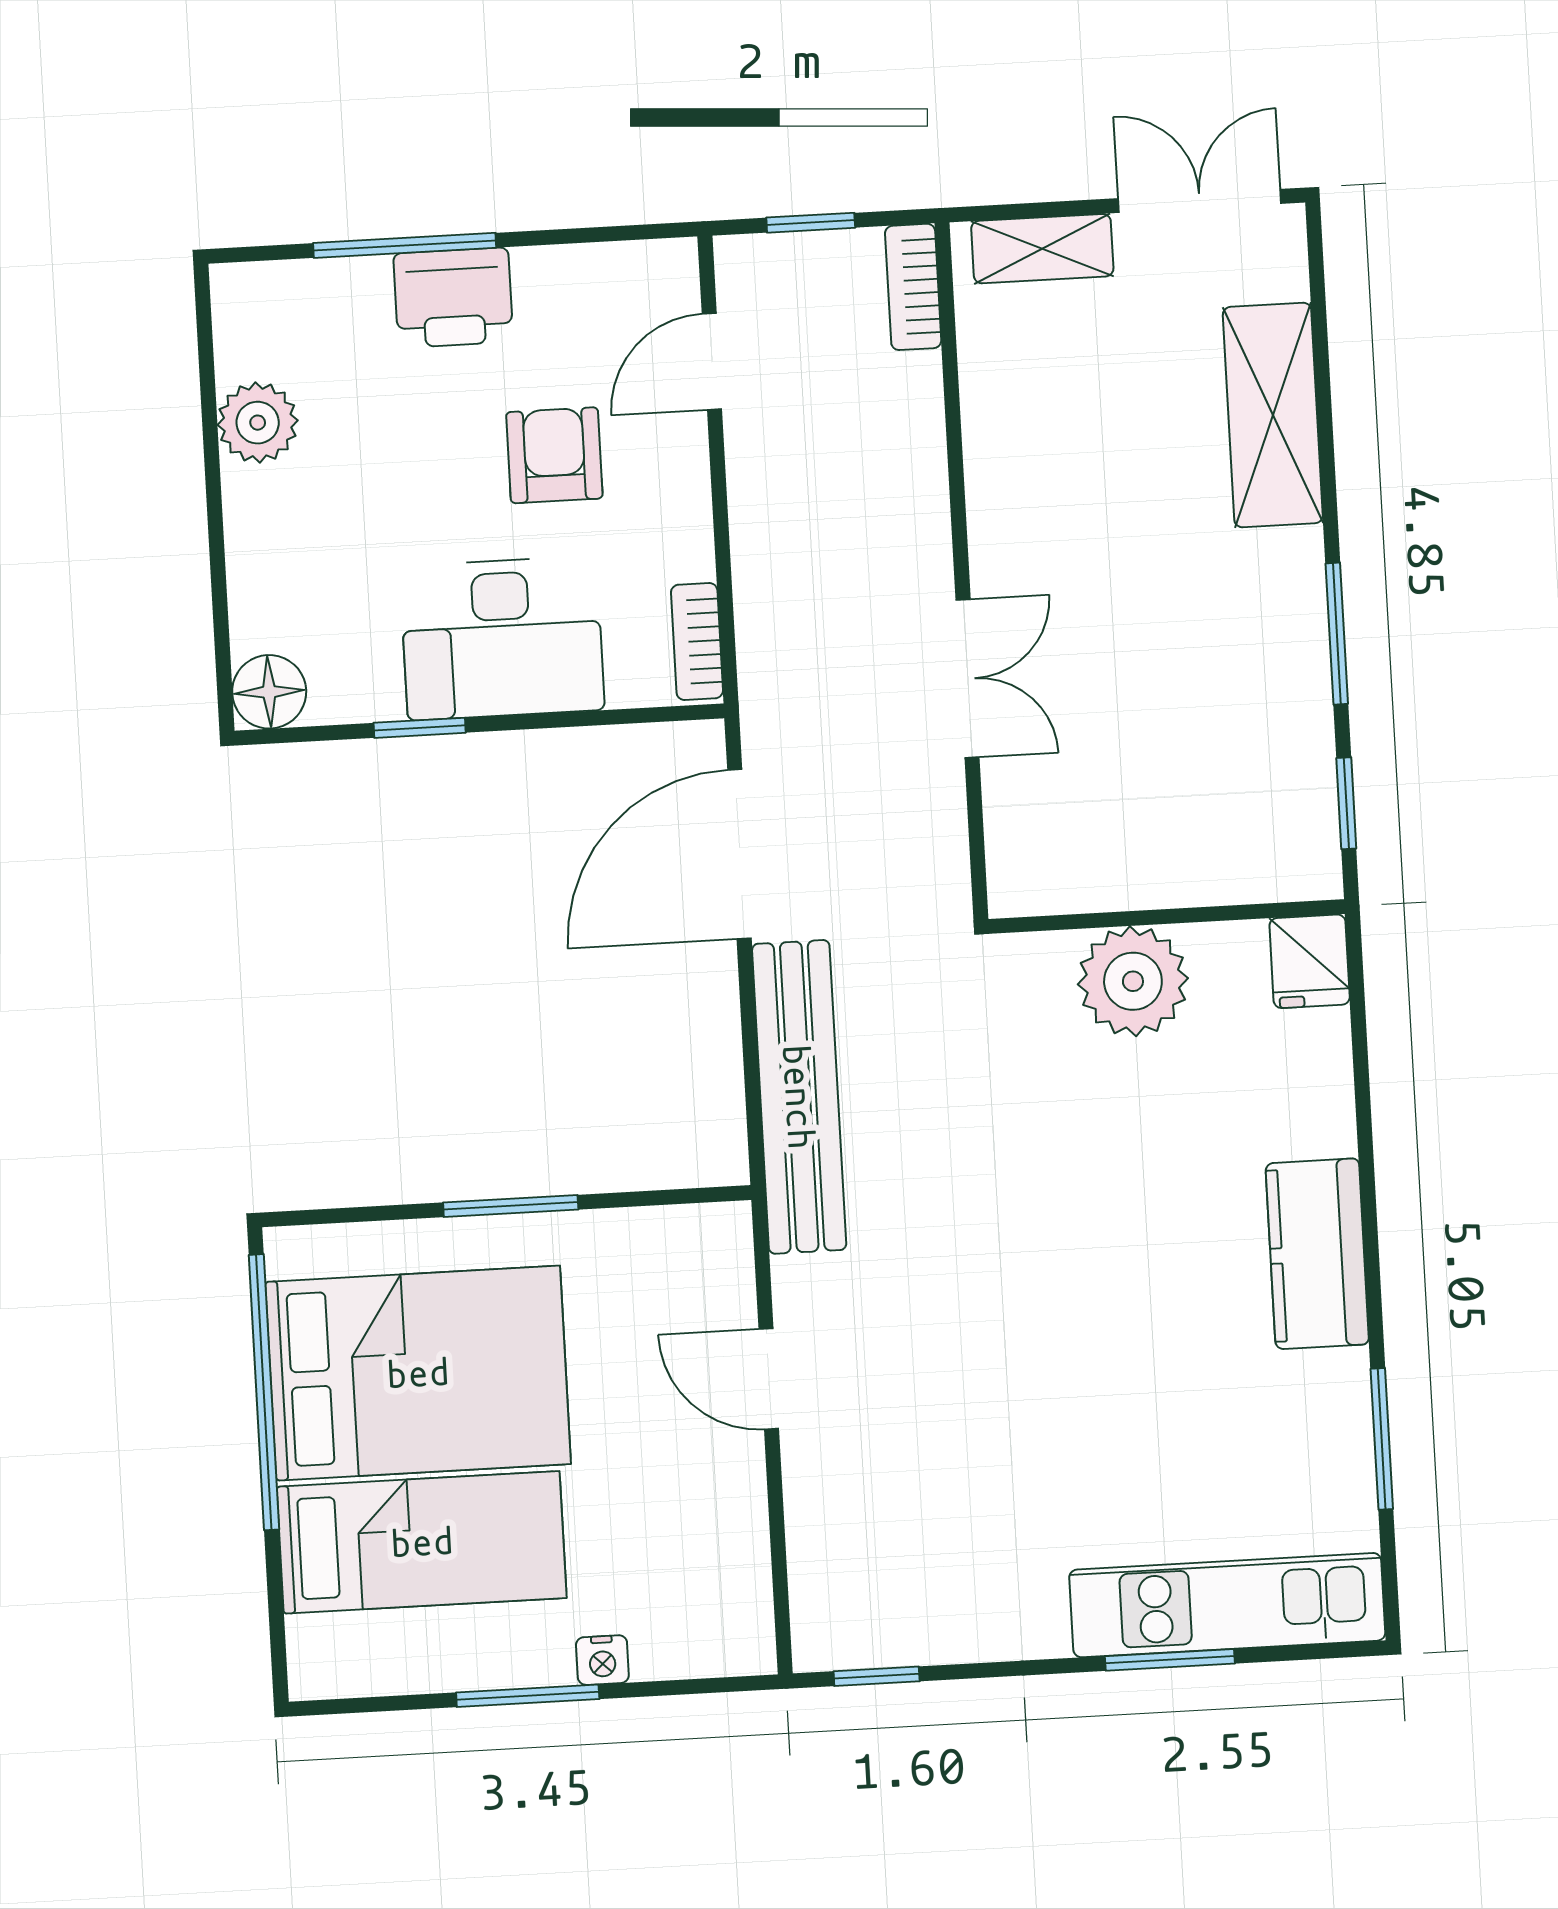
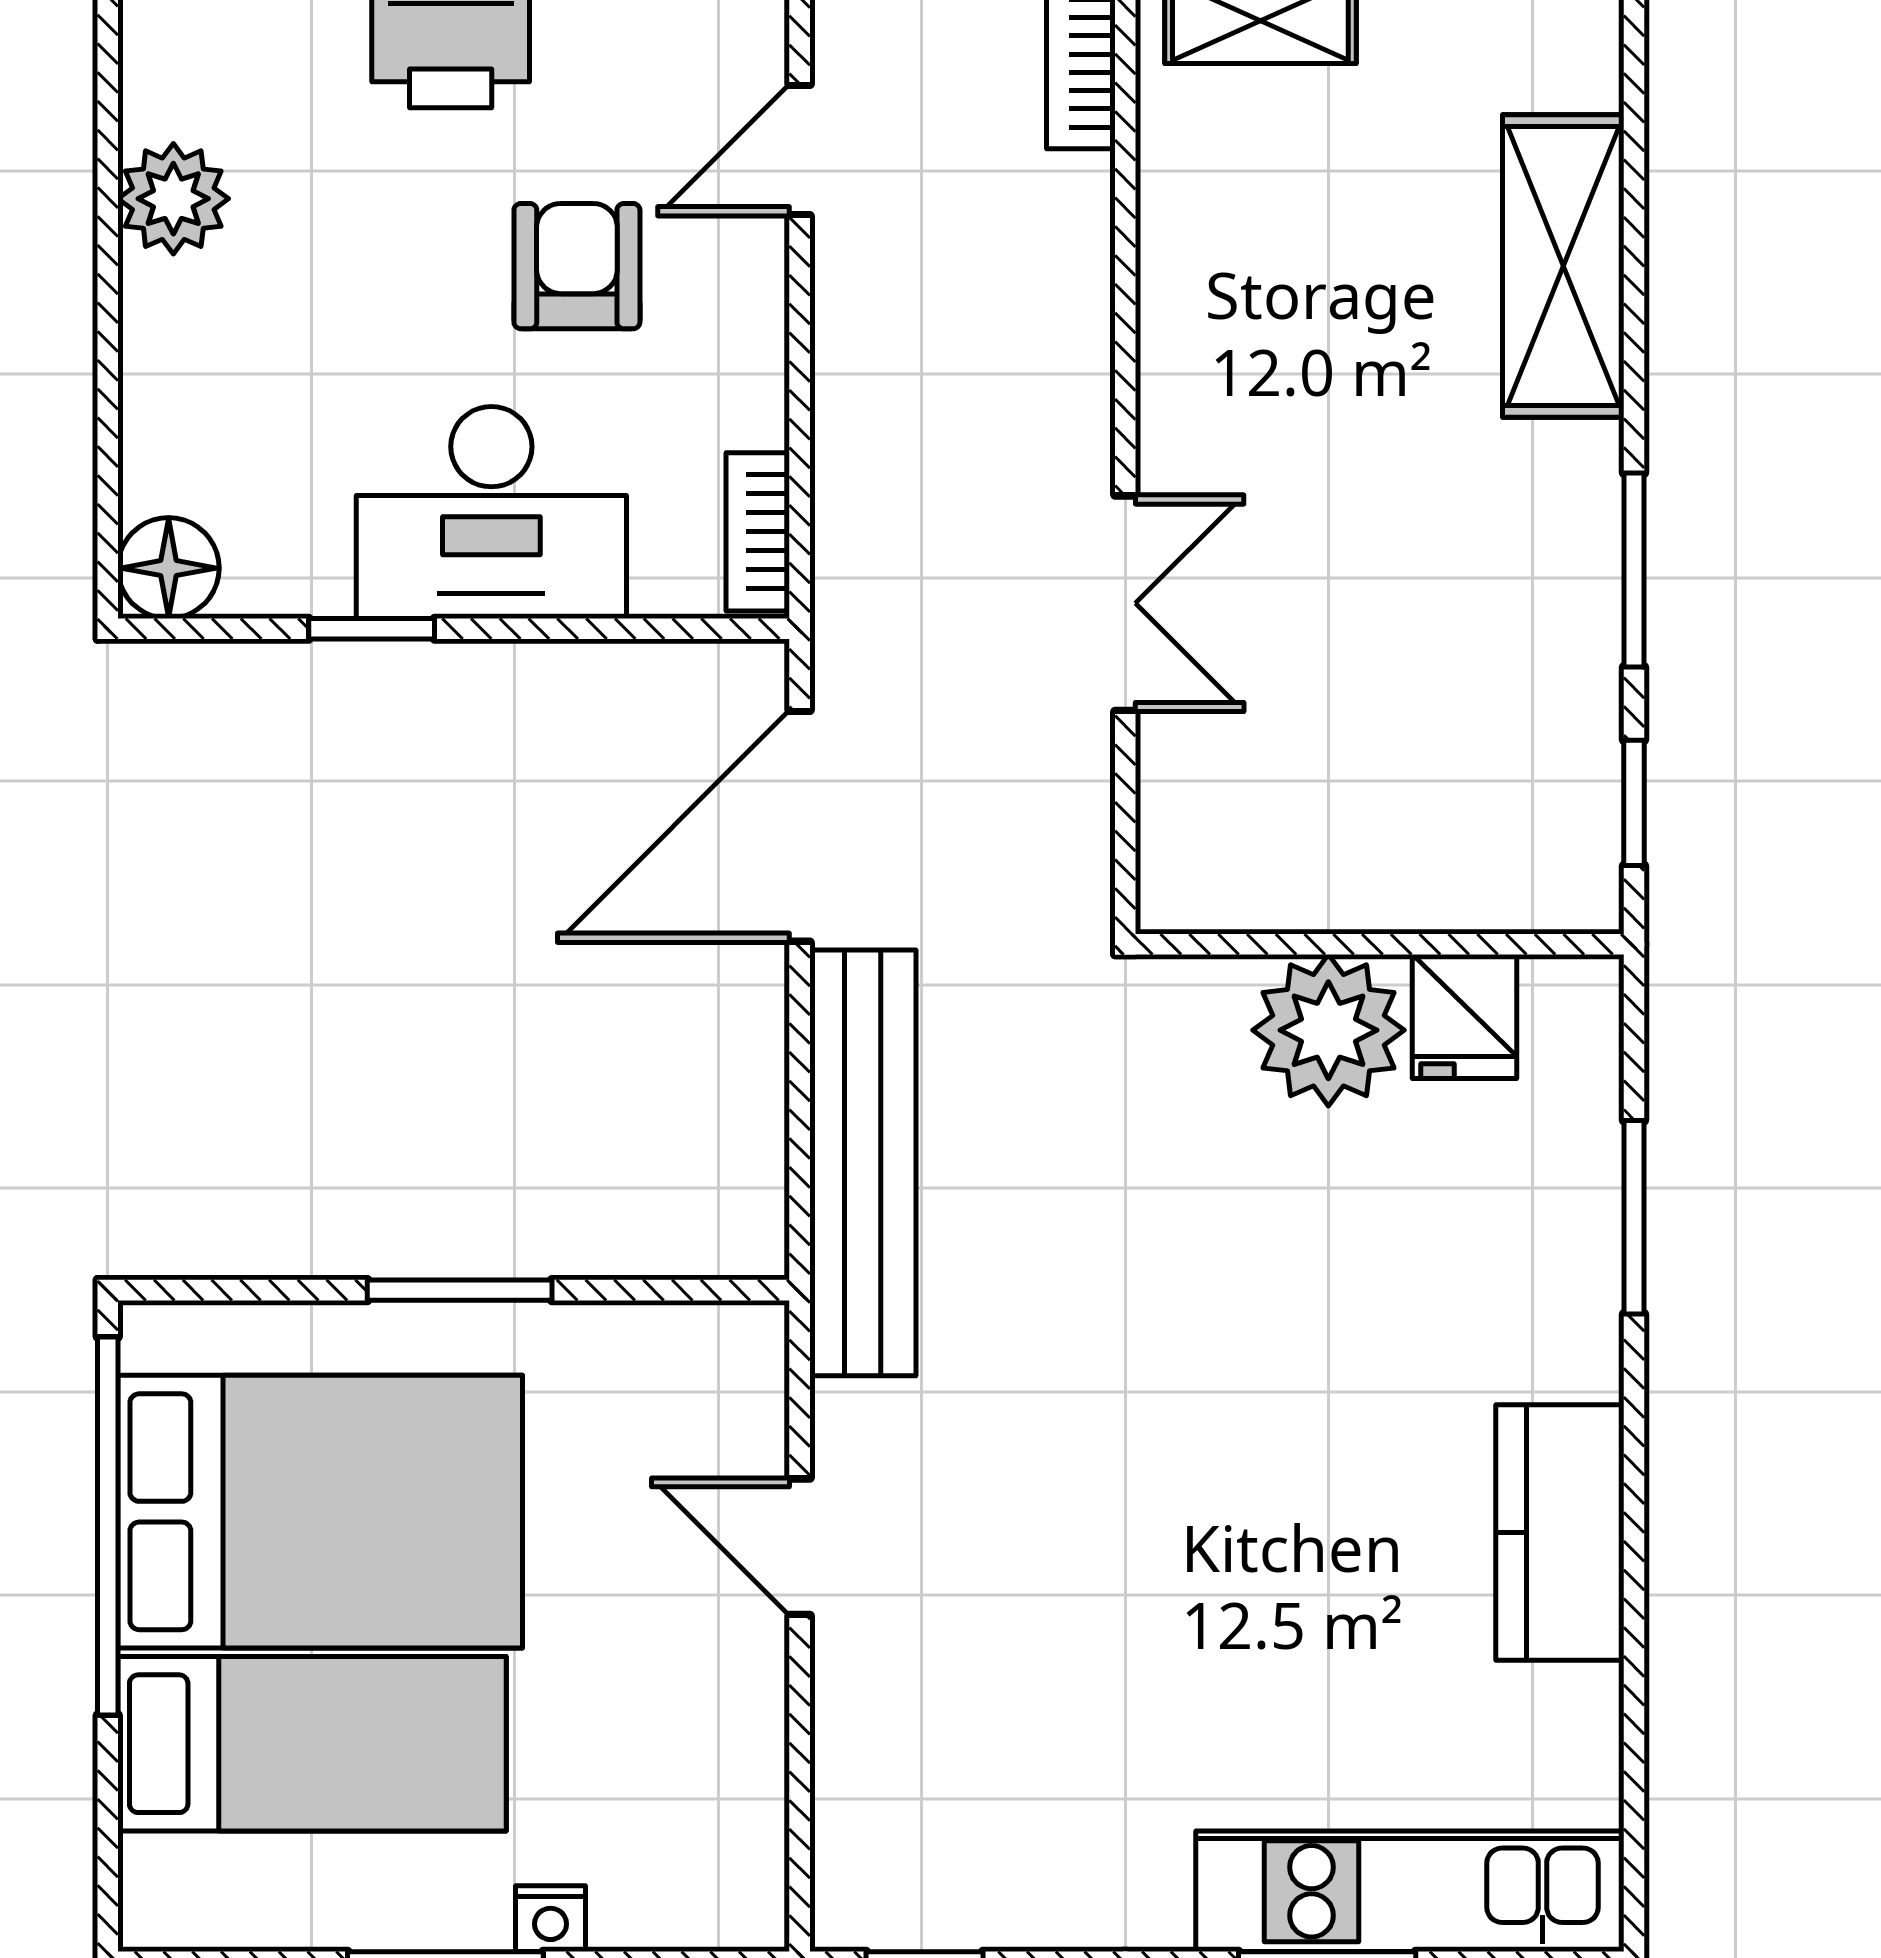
fridge: (1310, 961) -> (1465, 1016), moved
kitchen counter: (1317, 1254) -> (1560, 1532), moved
window: (1382, 1439) -> (1634, 1217), moved

